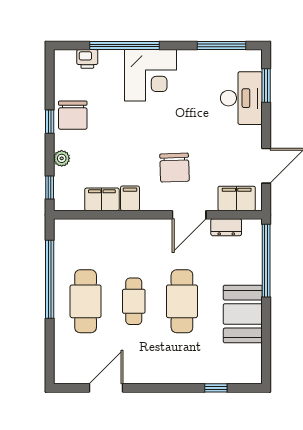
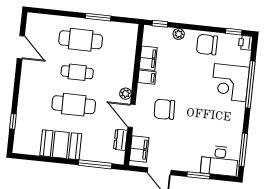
printer: (87, 59) -> (246, 43), moved
corner desk: (150, 75) -> (230, 83), moved
window: (266, 86) -> (198, 175), moved
desk: (241, 98) -> (220, 161), moved
window: (50, 122) -> (234, 32), moved
plant: (158, 227) -> (126, 94), added
window: (266, 261) -> (95, 164), width x0.68
window: (50, 279) -> (98, 17), width x0.47

